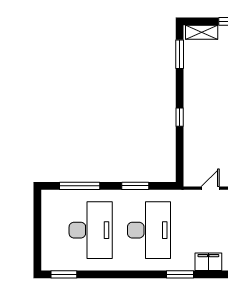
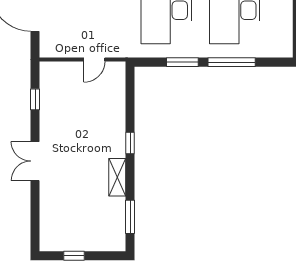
shelving: (202, 32) -> (117, 177), moved, turned 90
window: (80, 186) -> (232, 62), moved

